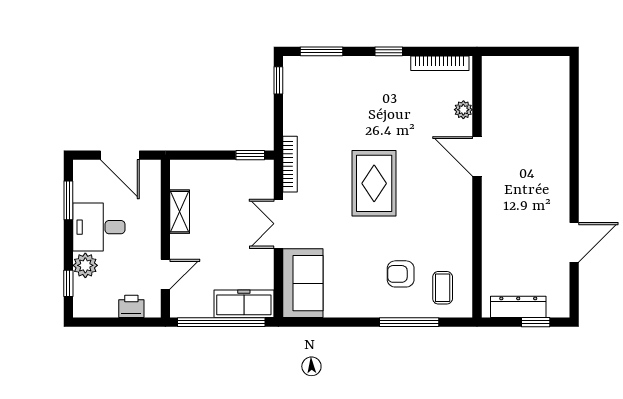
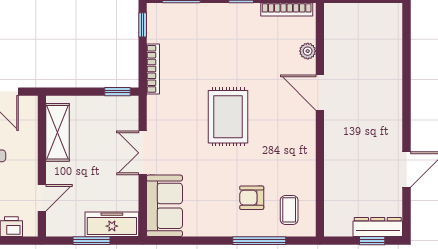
bookcase: (290, 164) -> (153, 69), moved
shelving: (180, 212) -> (57, 132), width x1.50, depth x1.33
dresser: (518, 307) -> (378, 227), moved
window: (221, 322) -> (92, 241), width x0.47

